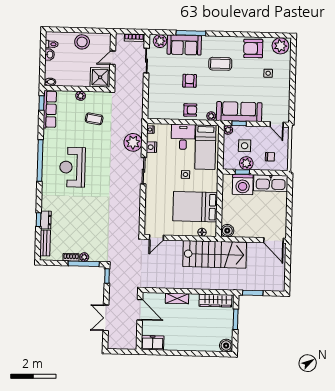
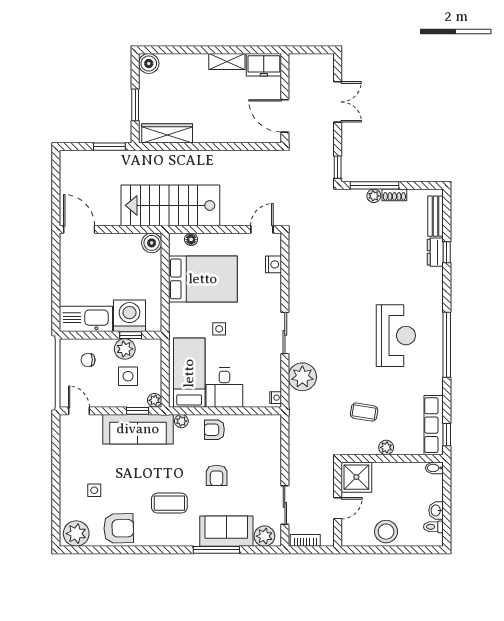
nightstand: (151, 147) -> (273, 264), moved
shelving: (177, 298) -> (227, 62), moved

